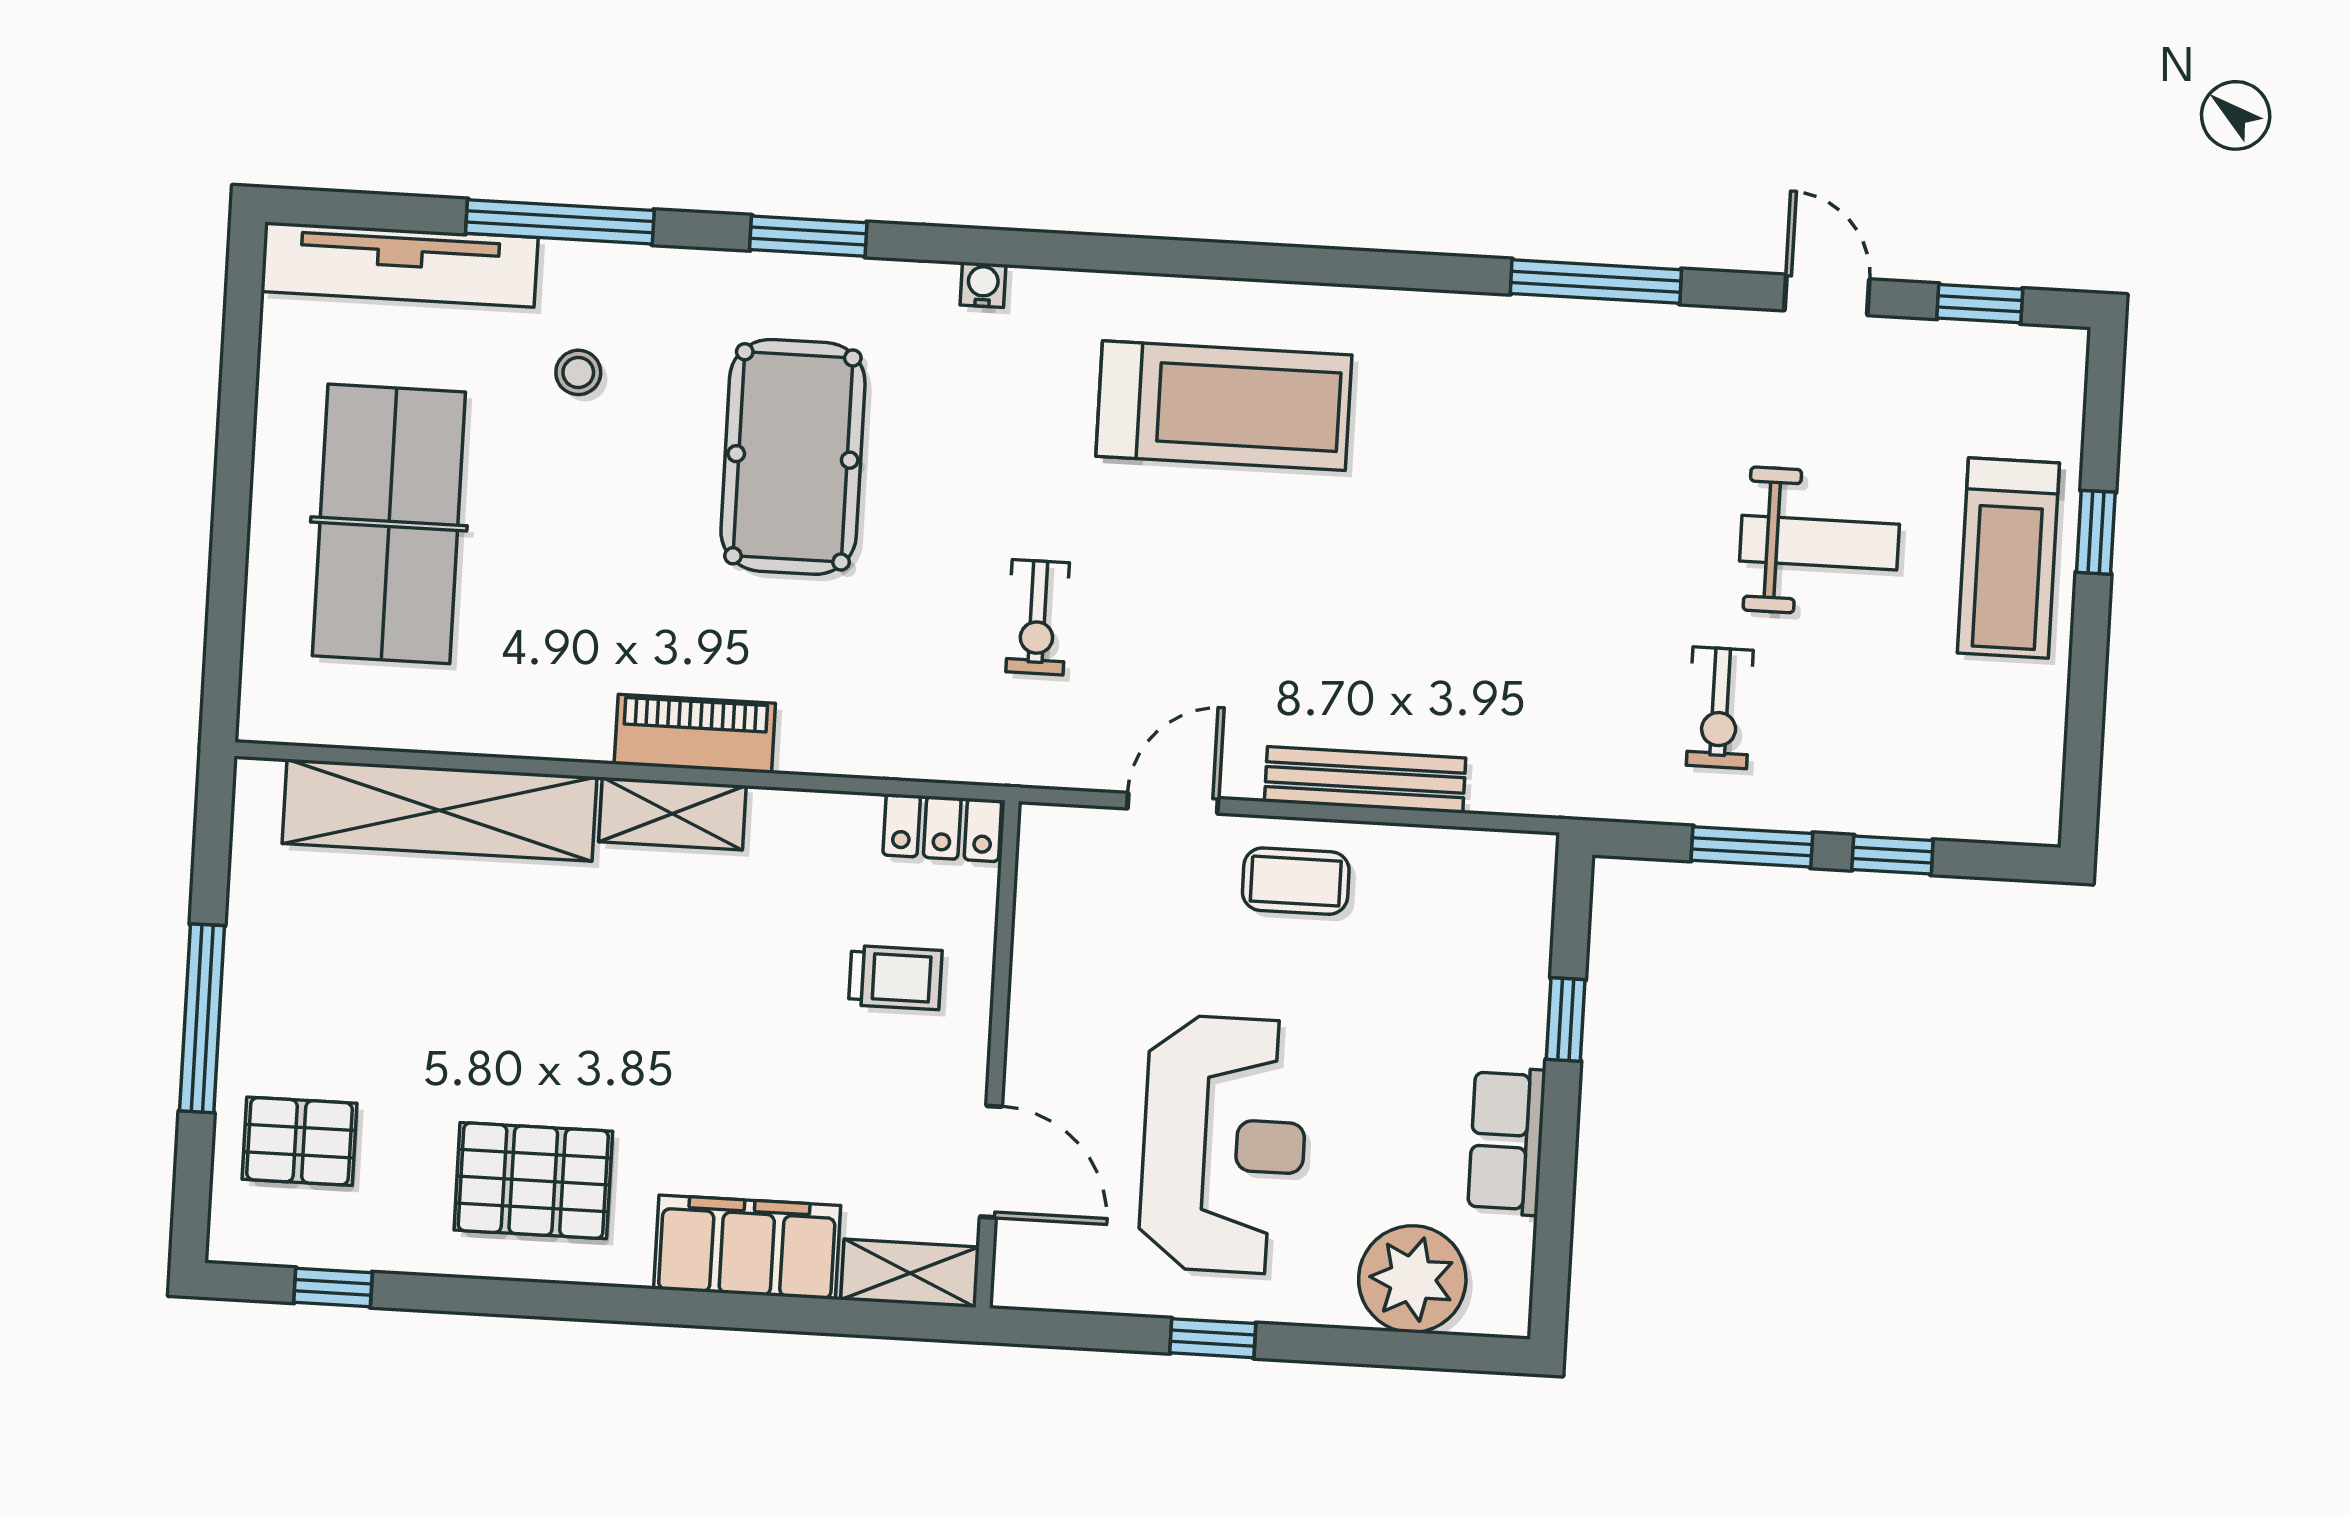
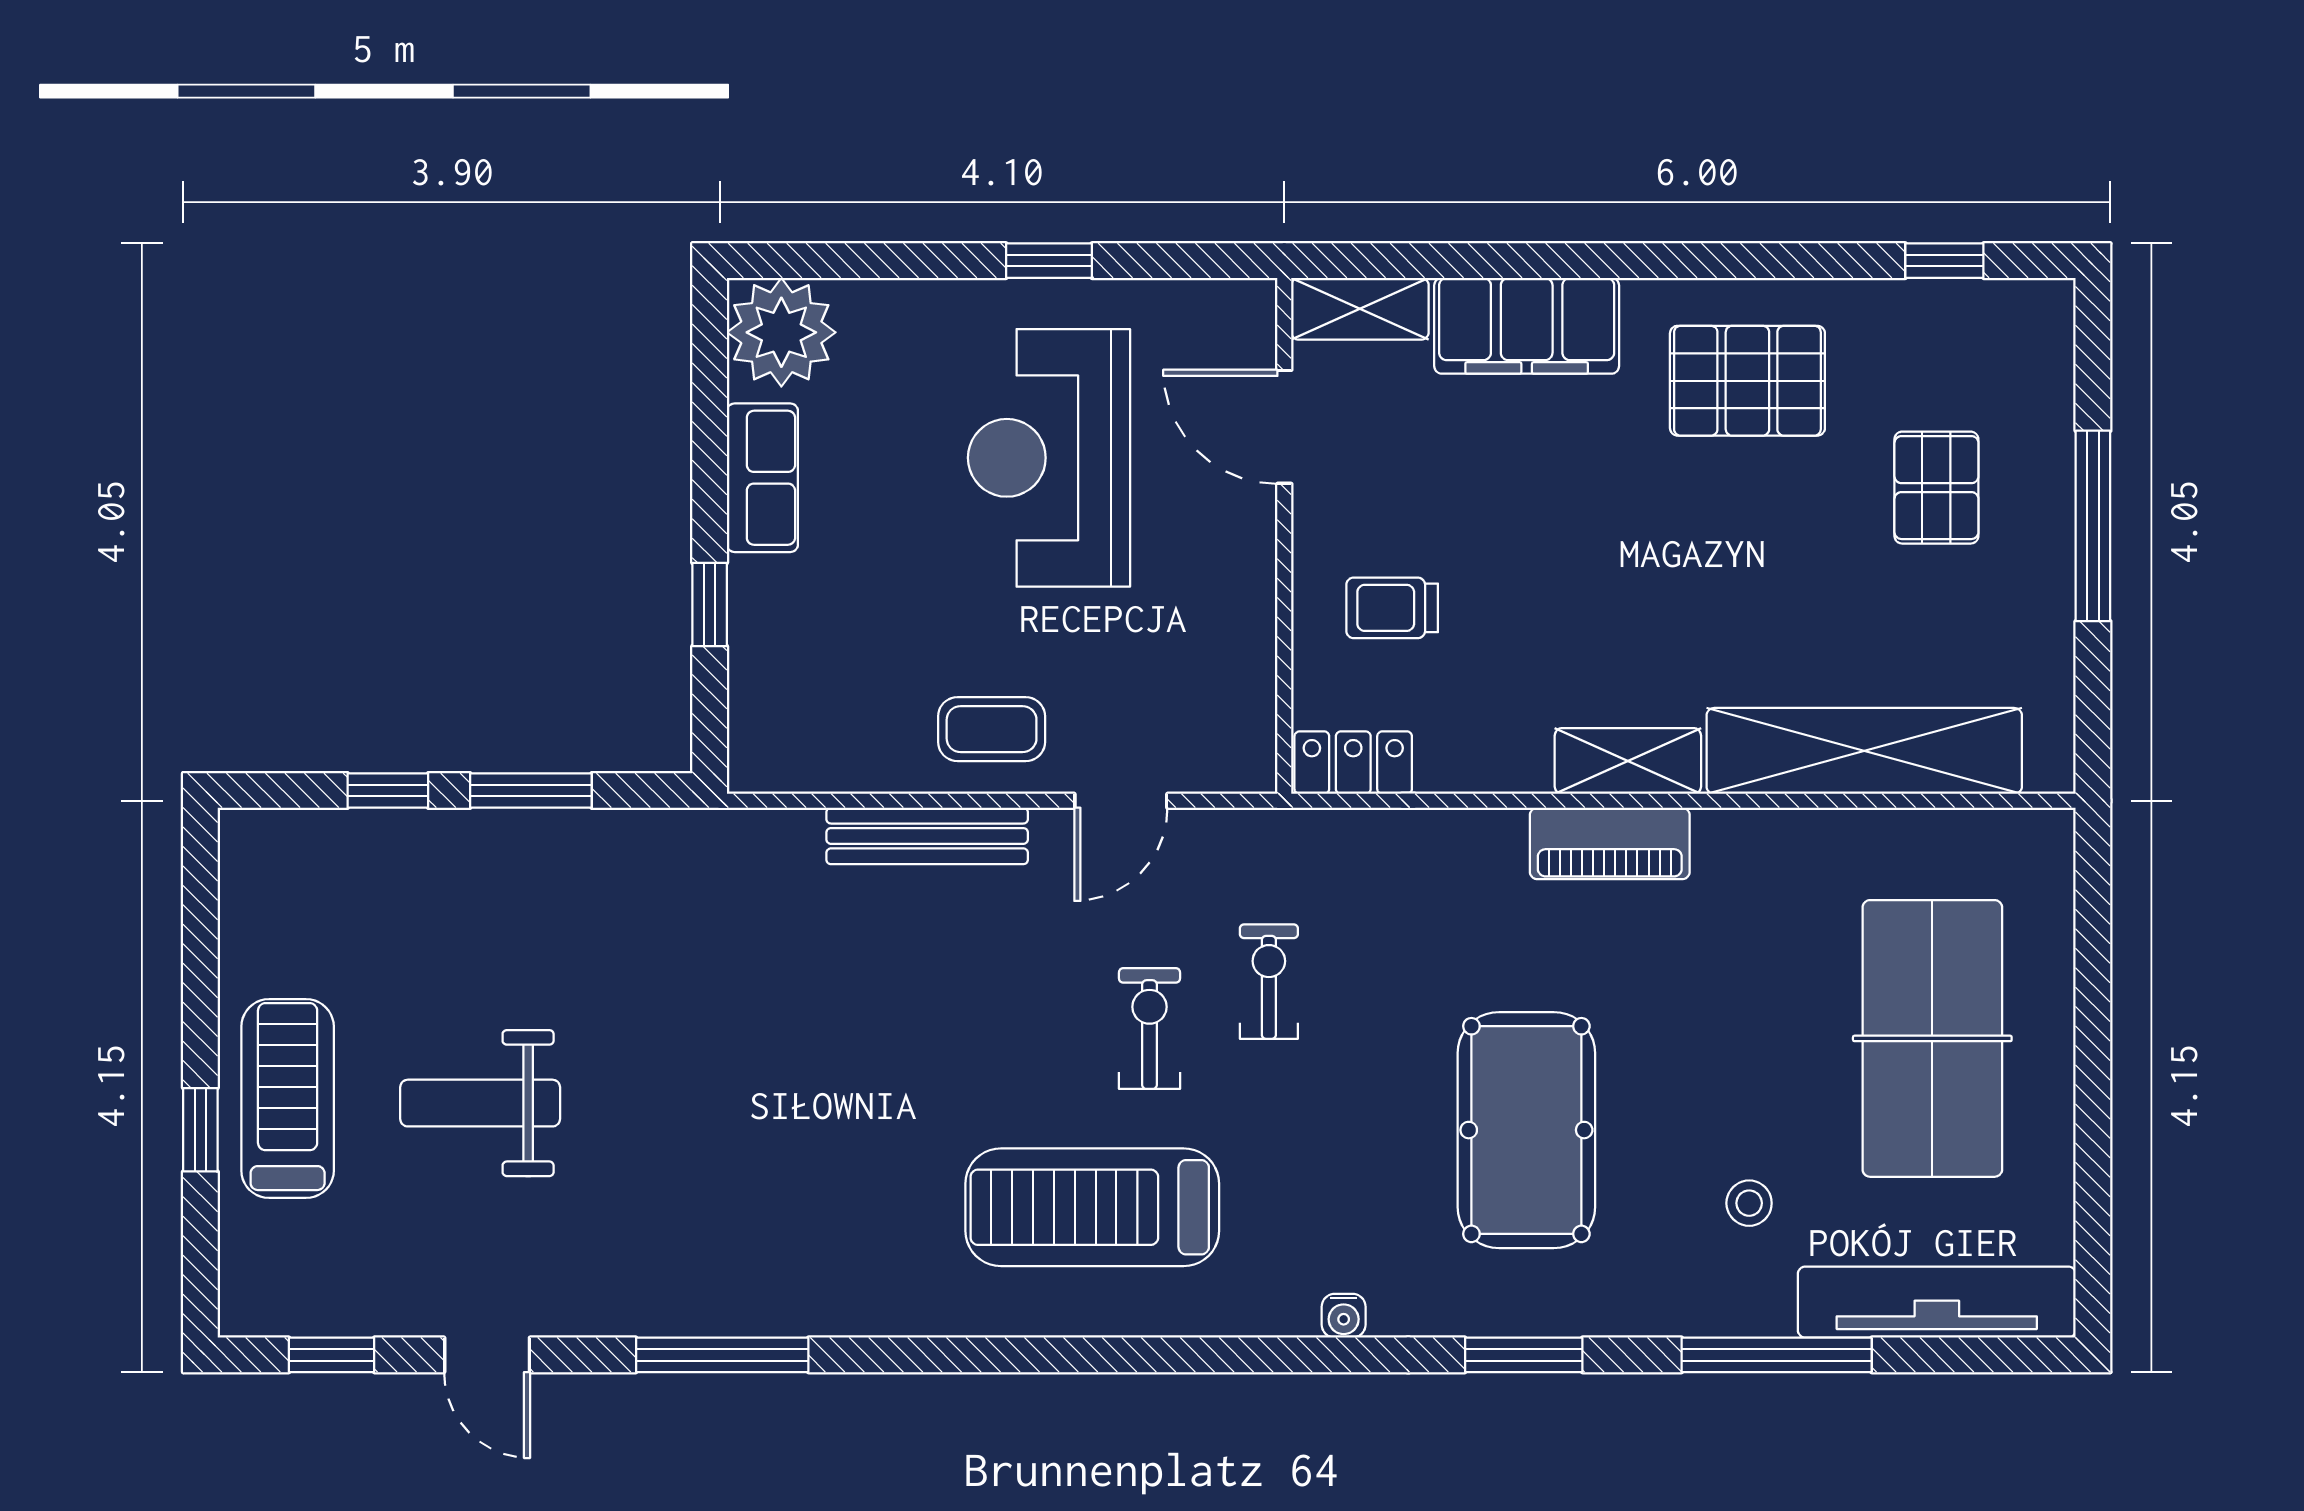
exercise bike: (1720, 708) -> (1150, 1029), moved
pallet: (299, 1141) -> (1936, 488), moved, turned 90
plant: (1412, 1279) -> (781, 332), moved

